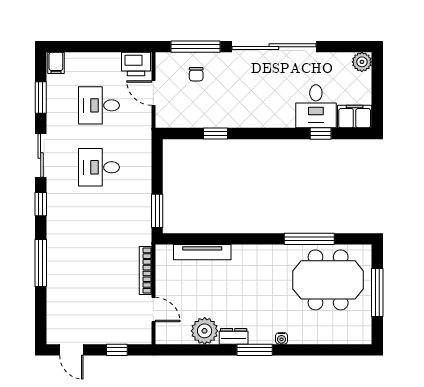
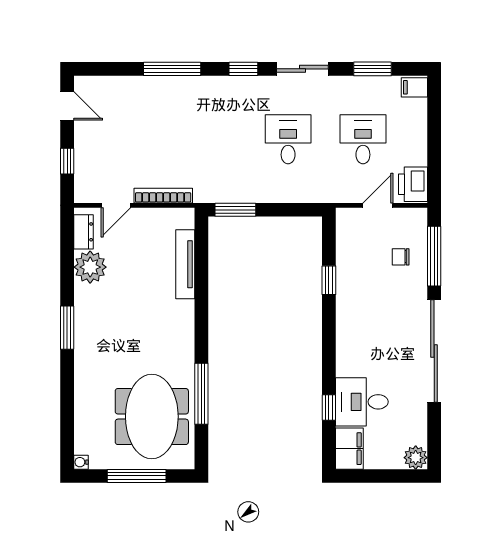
dresser: (234, 336) -> (84, 232), moved
water cooler: (281, 338) -> (81, 462), moved
door: (71, 350) -> (67, 106), swing flipped

